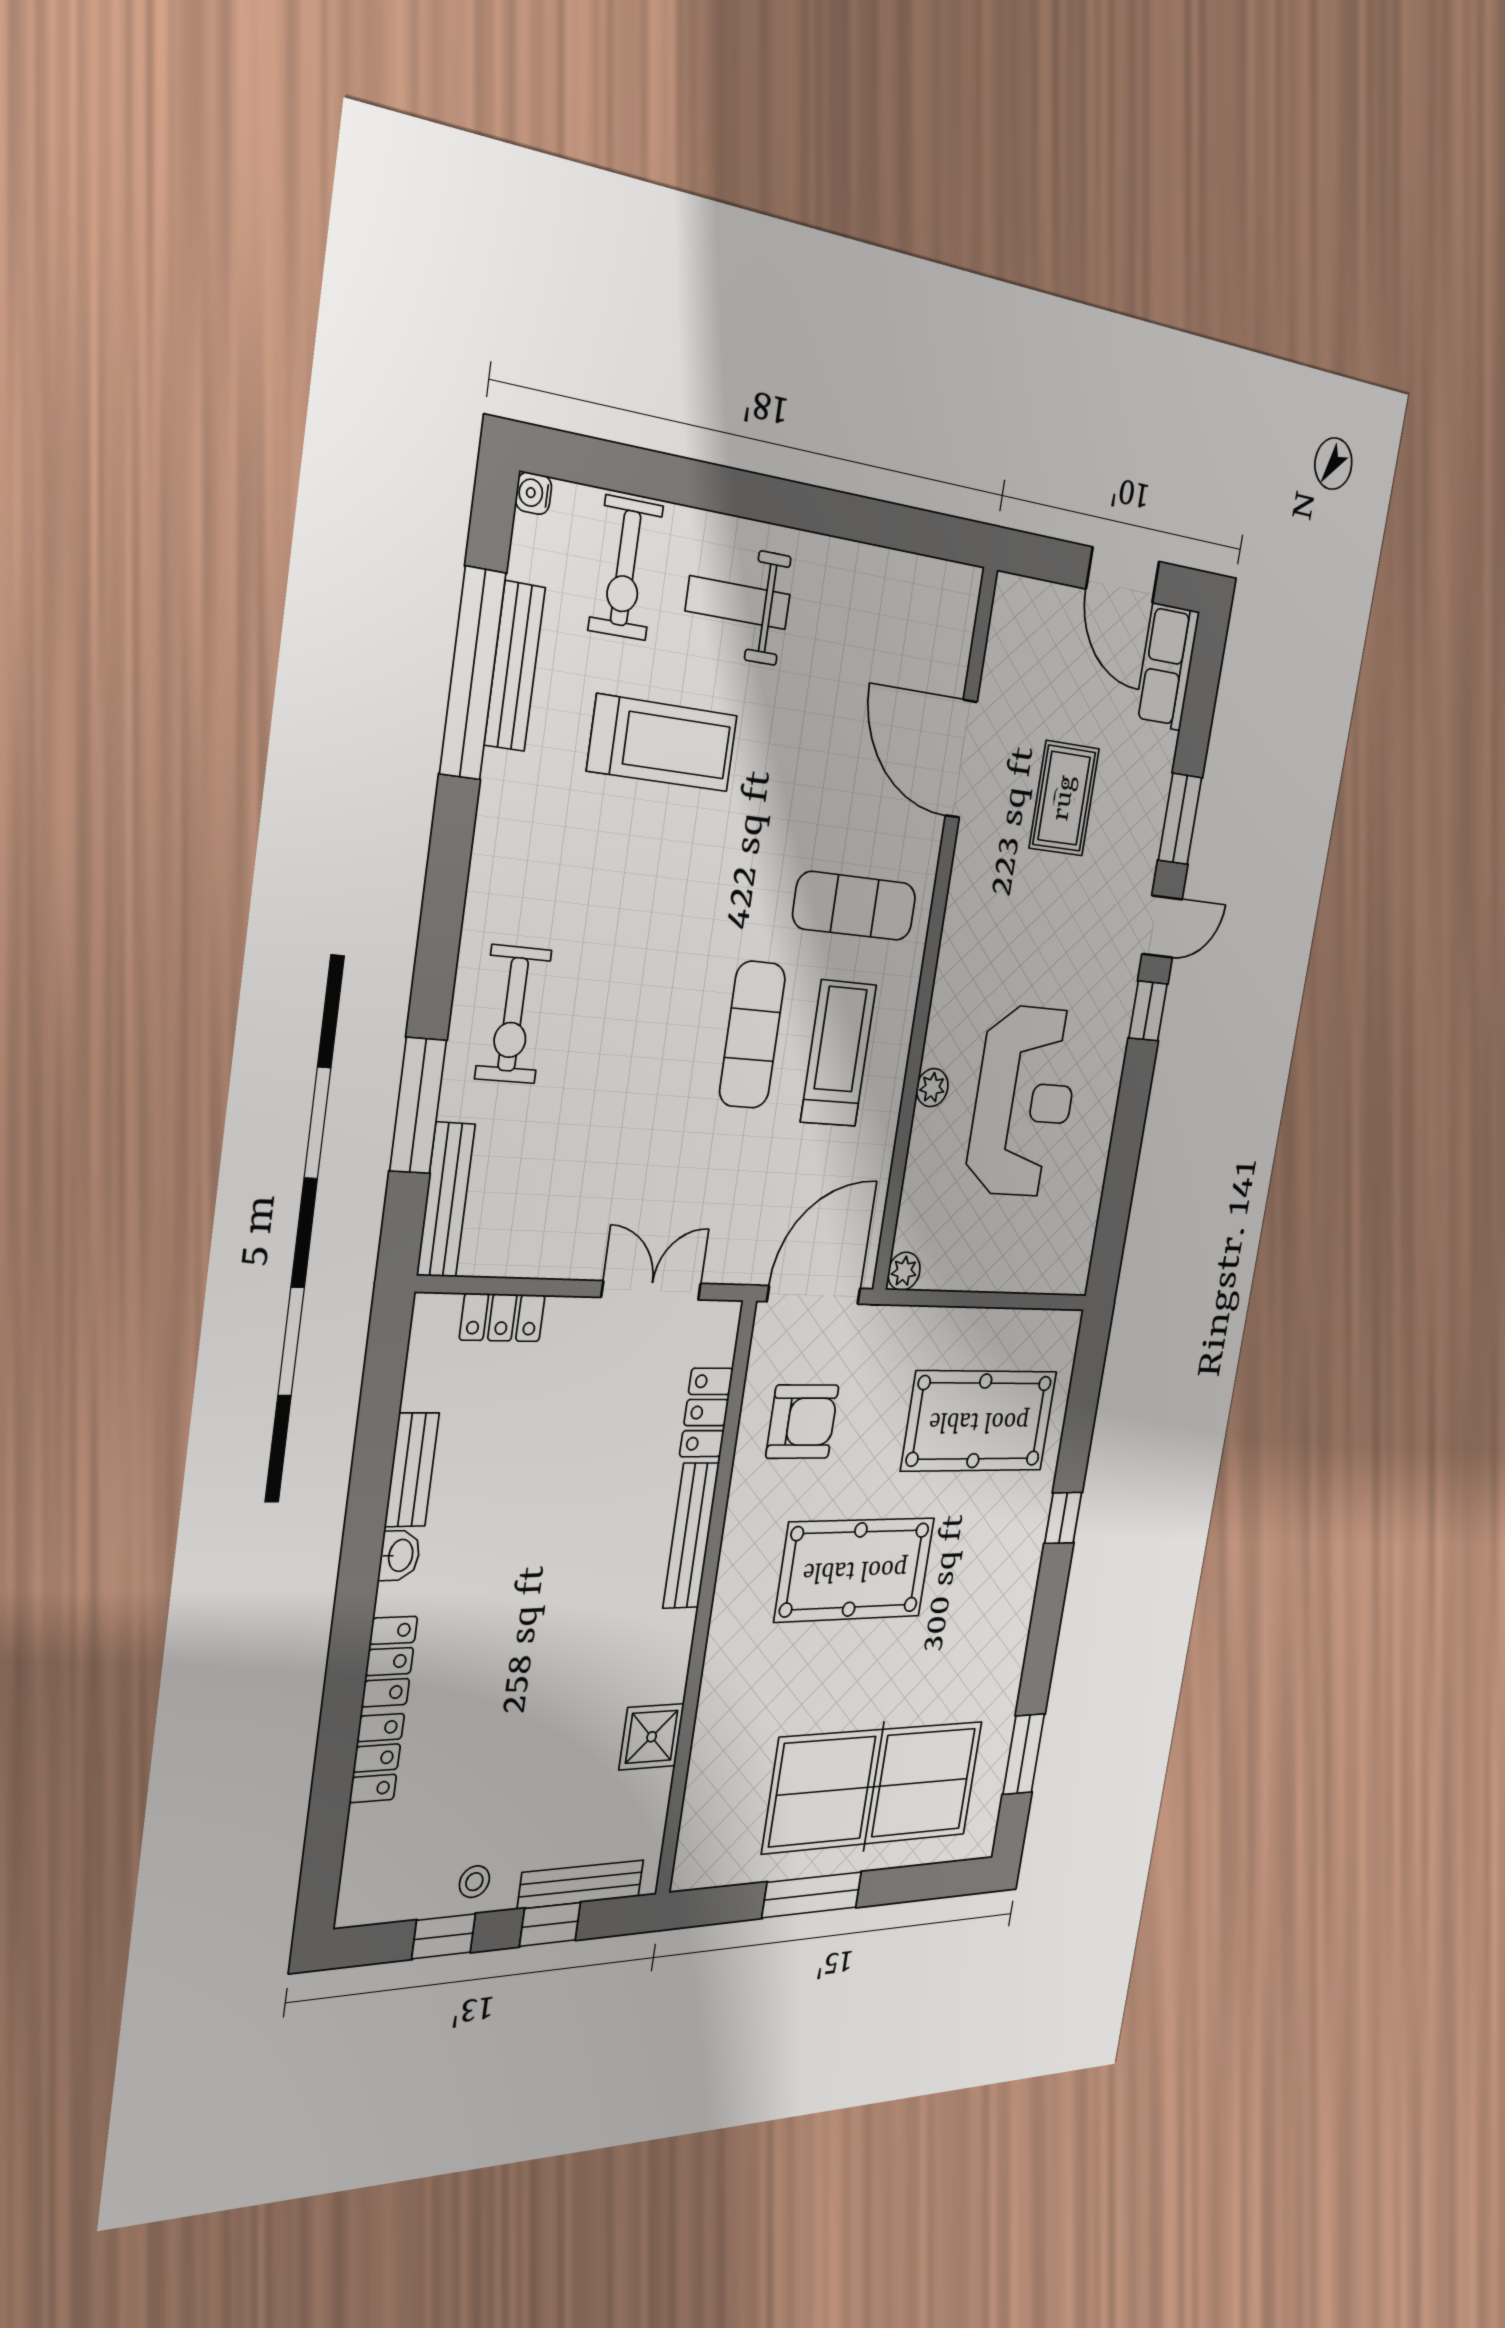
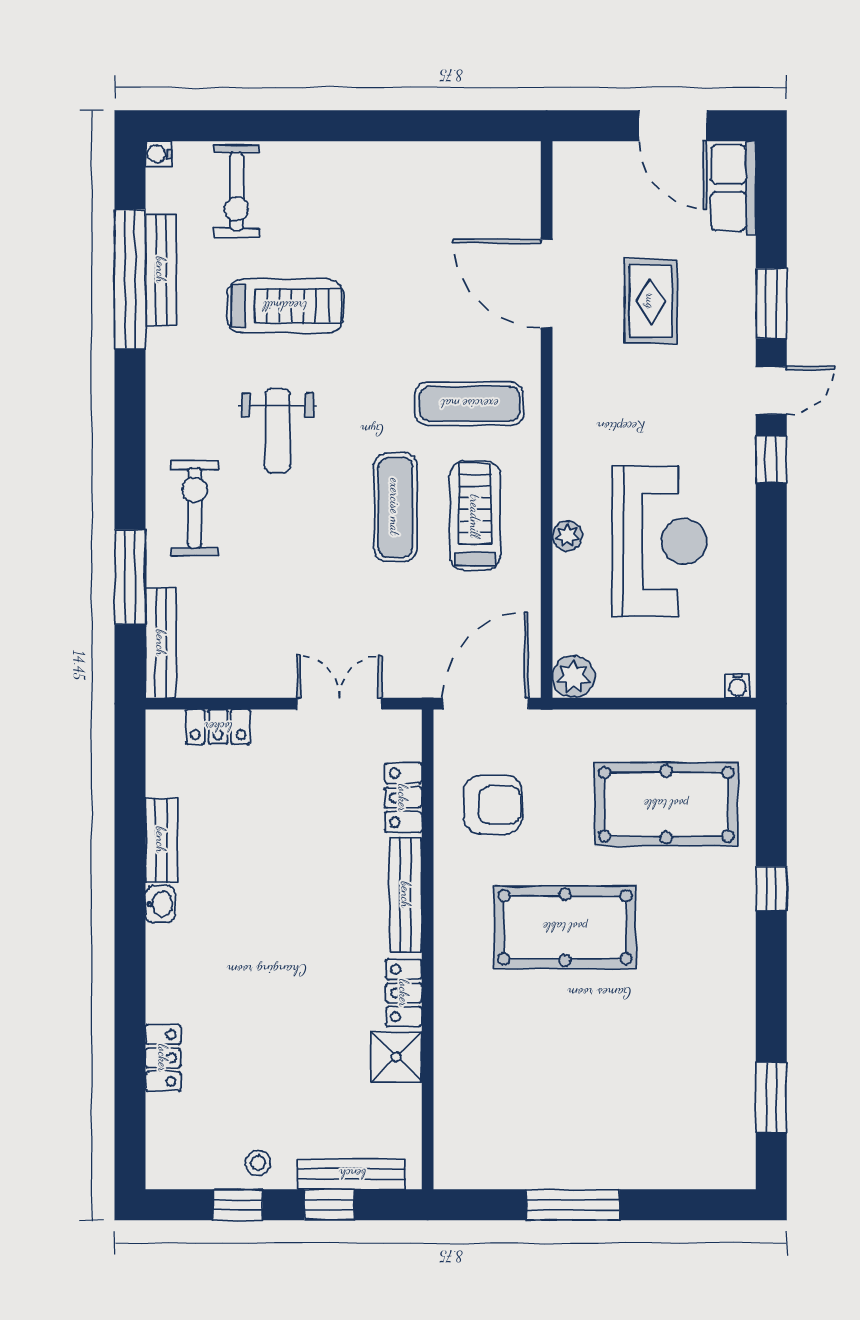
weight bench: (738, 603) -> (278, 431), moved, turned -90
exercise bike: (513, 1014) -> (195, 508), turned 180
plant: (904, 1271) -> (573, 677), width x1.38, depth x1.38
water cooler: (1071, 1281) -> (738, 686), added
locker: (390, 1662) -> (404, 993), moved, turned 180
table tennis table: (874, 1787) -> (618, 1115), removed

